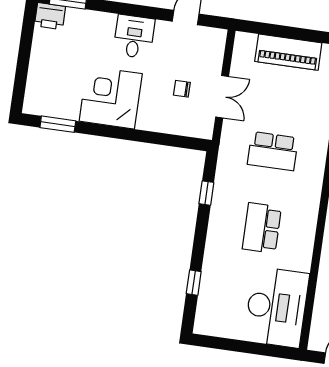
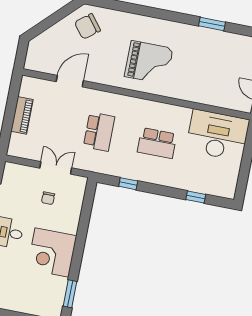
piano: (288, 52) -> (22, 115), width x0.73, depth x0.75

